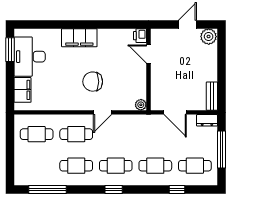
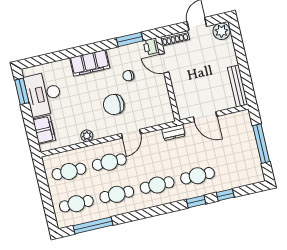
window: (122, 24) -> (130, 39), added
shoe rack: (164, 33) -> (175, 38), added
chair: (112, 58) -> (128, 76), added
bench: (212, 96) -> (238, 86), width x1.36
plant: (141, 105) -> (87, 136), moved
dresser: (207, 120) -> (173, 132), moved
cafe table: (195, 166) -> (76, 204), moved
window: (114, 189) -> (196, 202), moved

